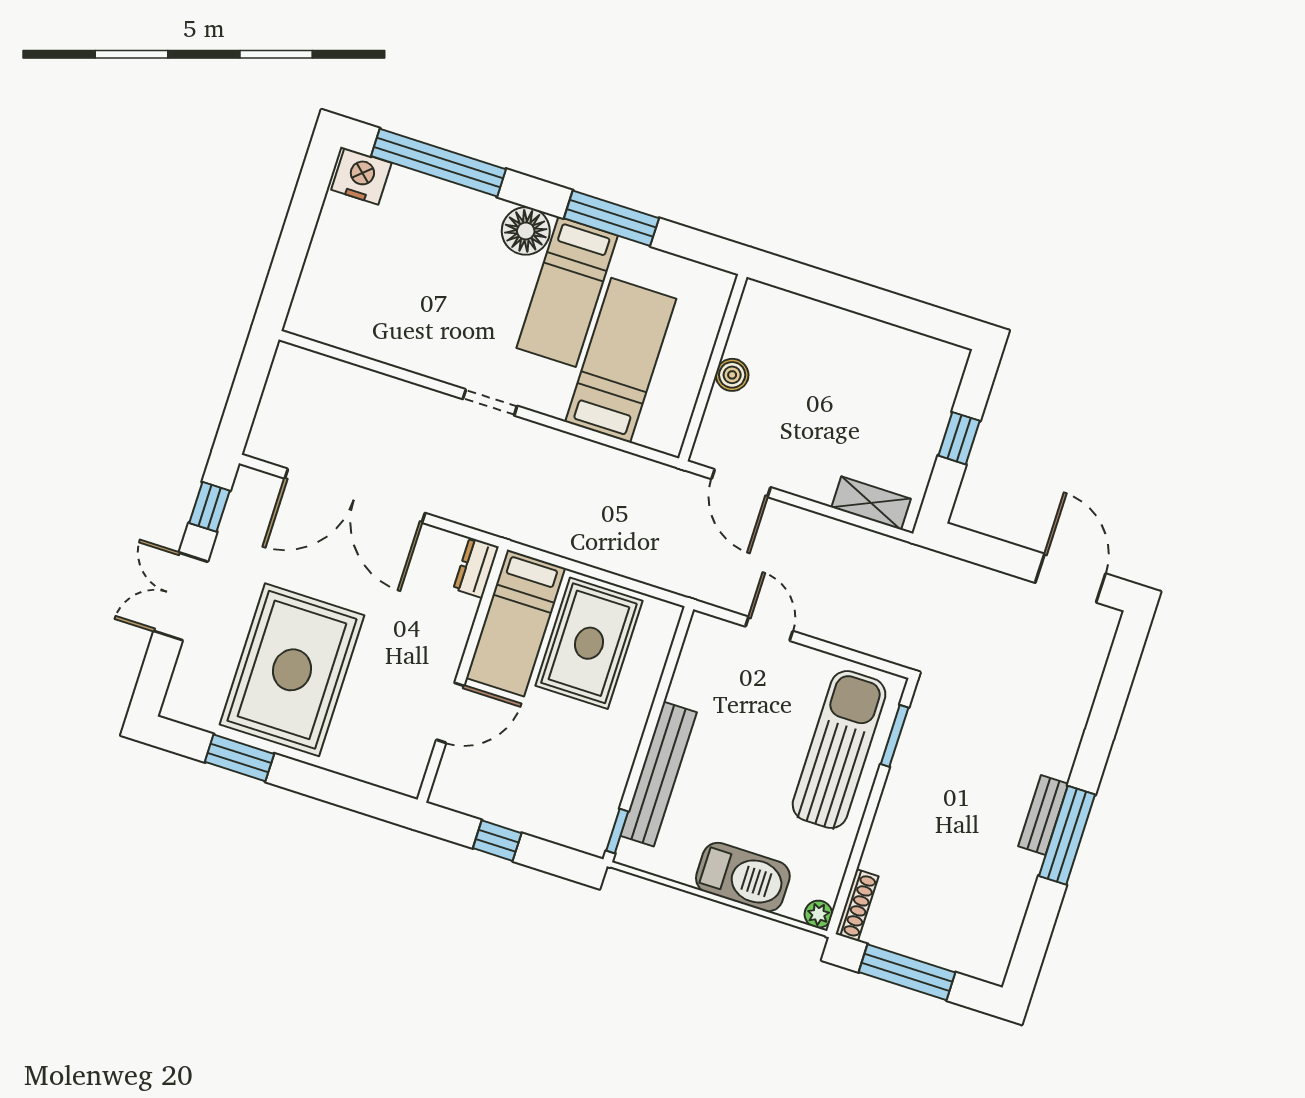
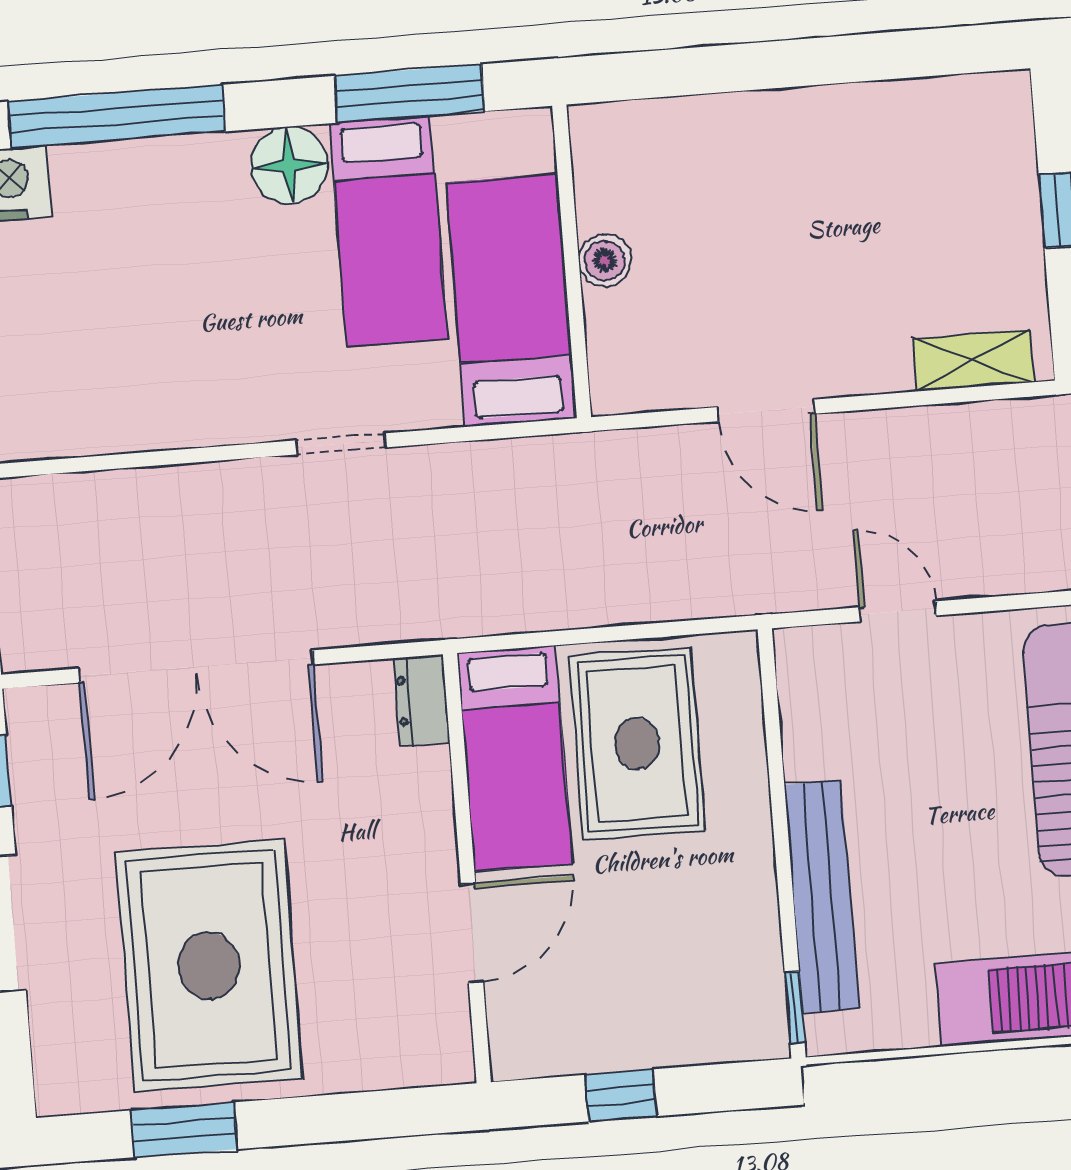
wall: (713, 368) -> (572, 261), moved
boiler: (732, 375) -> (605, 260), moved

